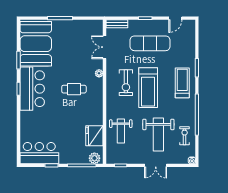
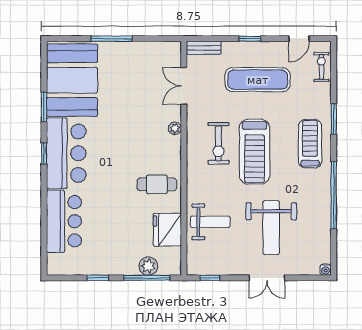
cafe table: (74, 89) -> (157, 184), moved
weight bench: (121, 131) -> (210, 222), turned -90
exercise bike: (185, 136) -> (321, 67), moved
bar counter: (39, 153) -> (64, 221), moved, turned 90
plant: (94, 158) -> (148, 266), moved

